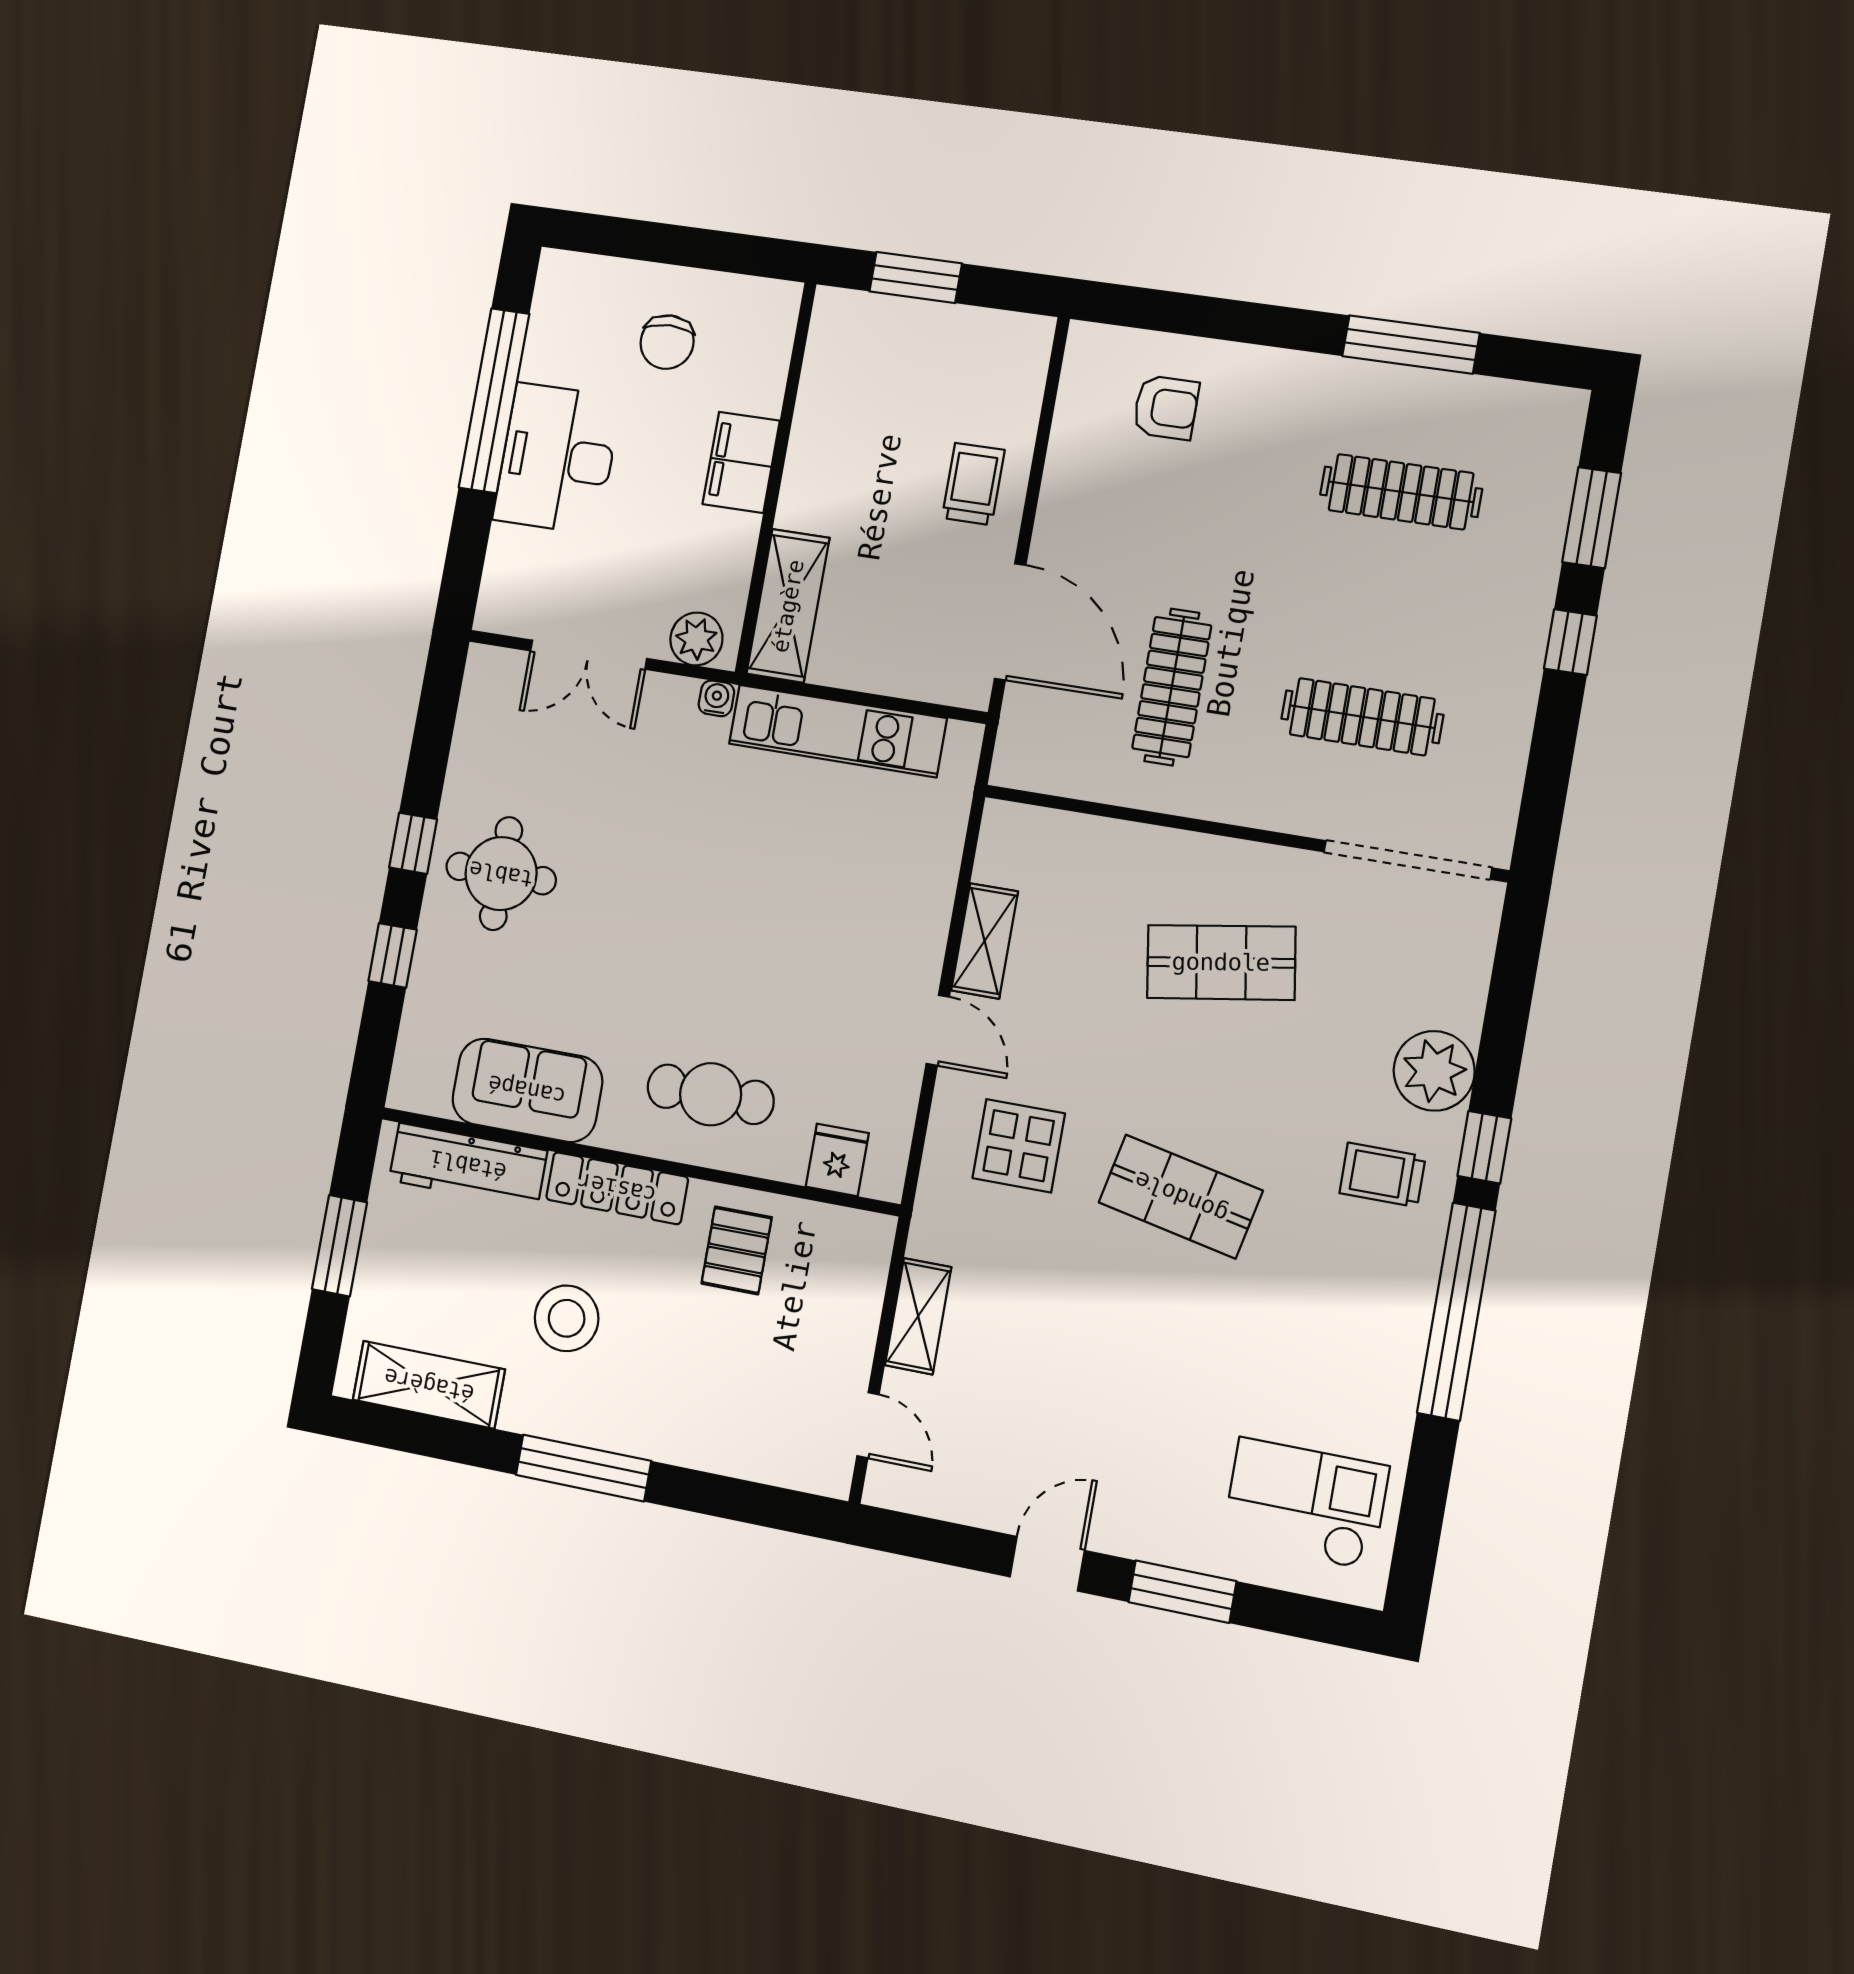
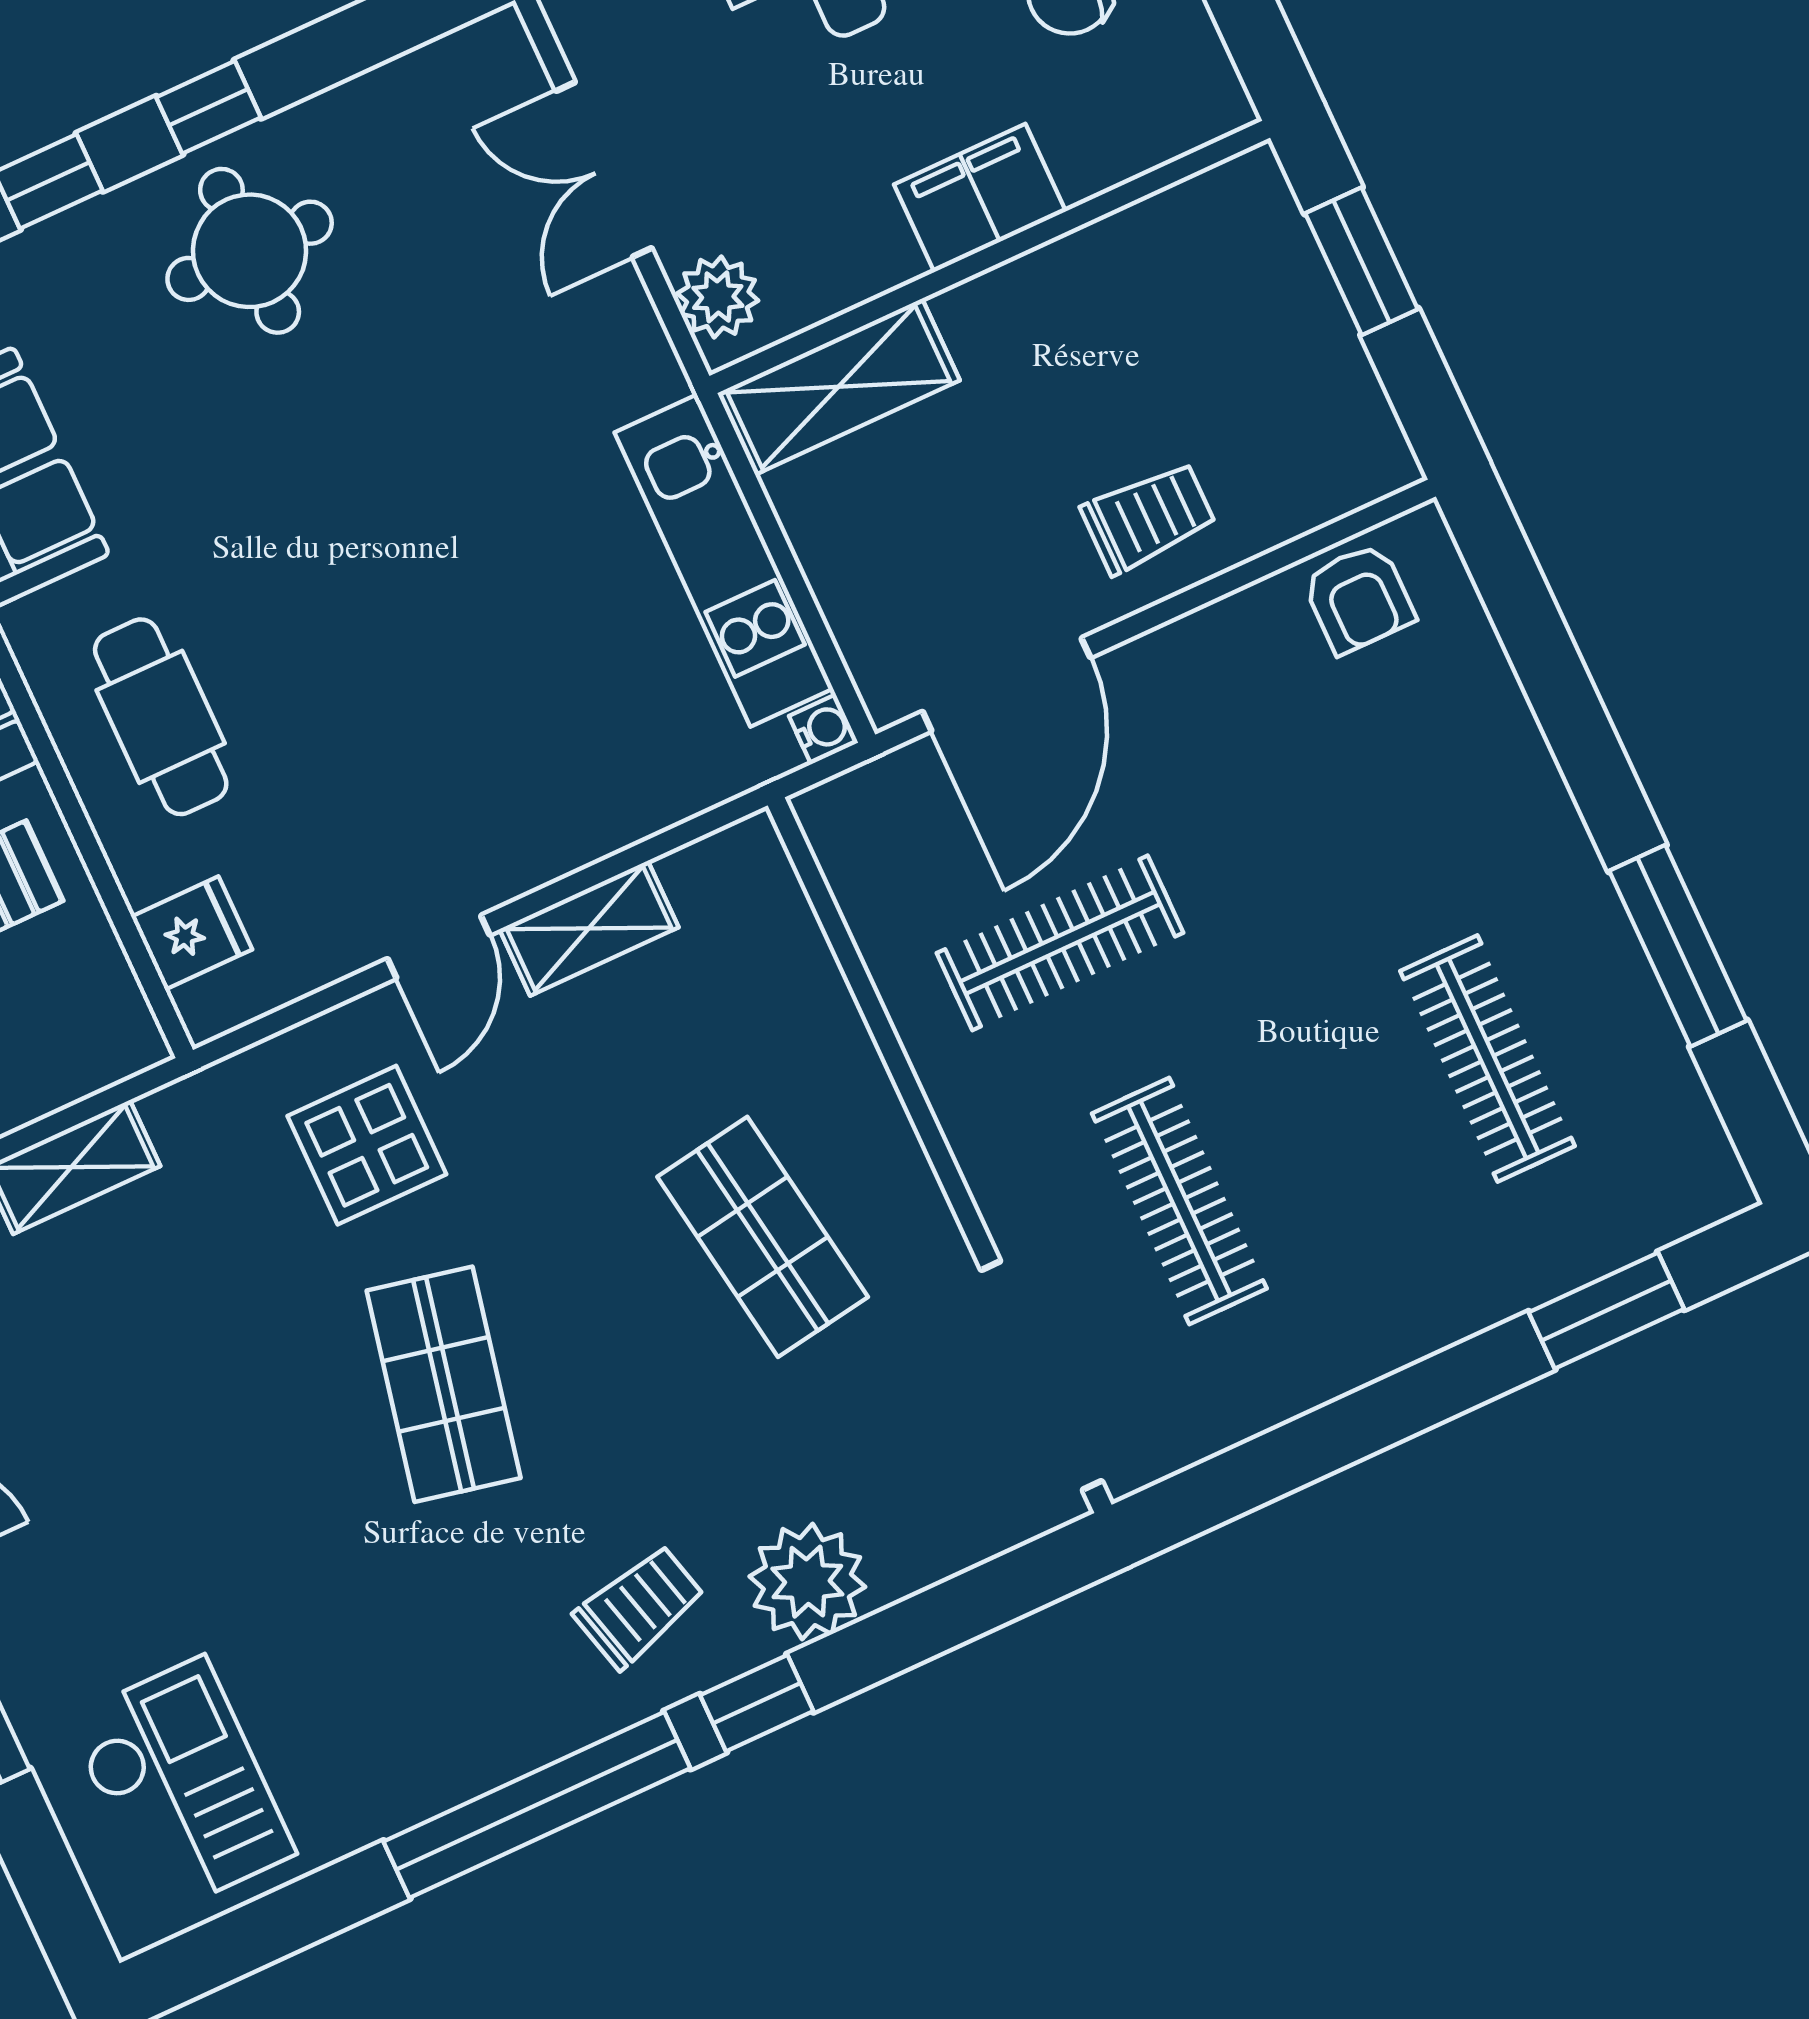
armchair: (1166, 408) -> (1359, 598), moved
window: (1570, 642) -> (1437, 1389), removed
water cooler: (716, 698) -> (823, 729), moved
trolley: (1382, 1175) -> (639, 1606), turned 75

